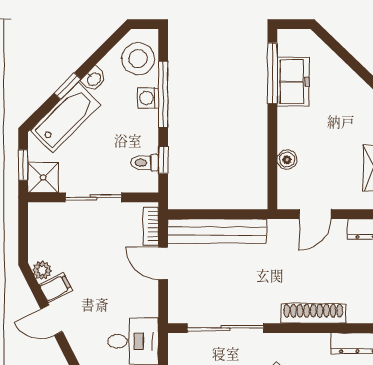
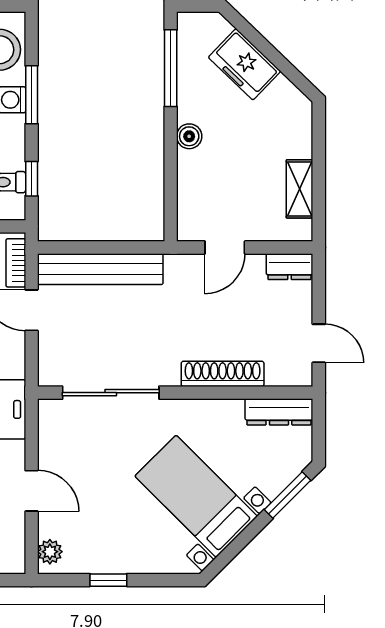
freezer: (293, 82) -> (245, 64), moved, turned 134
window: (163, 94) -> (32, 95), width x0.69
boiler: (287, 160) -> (189, 136), moved

